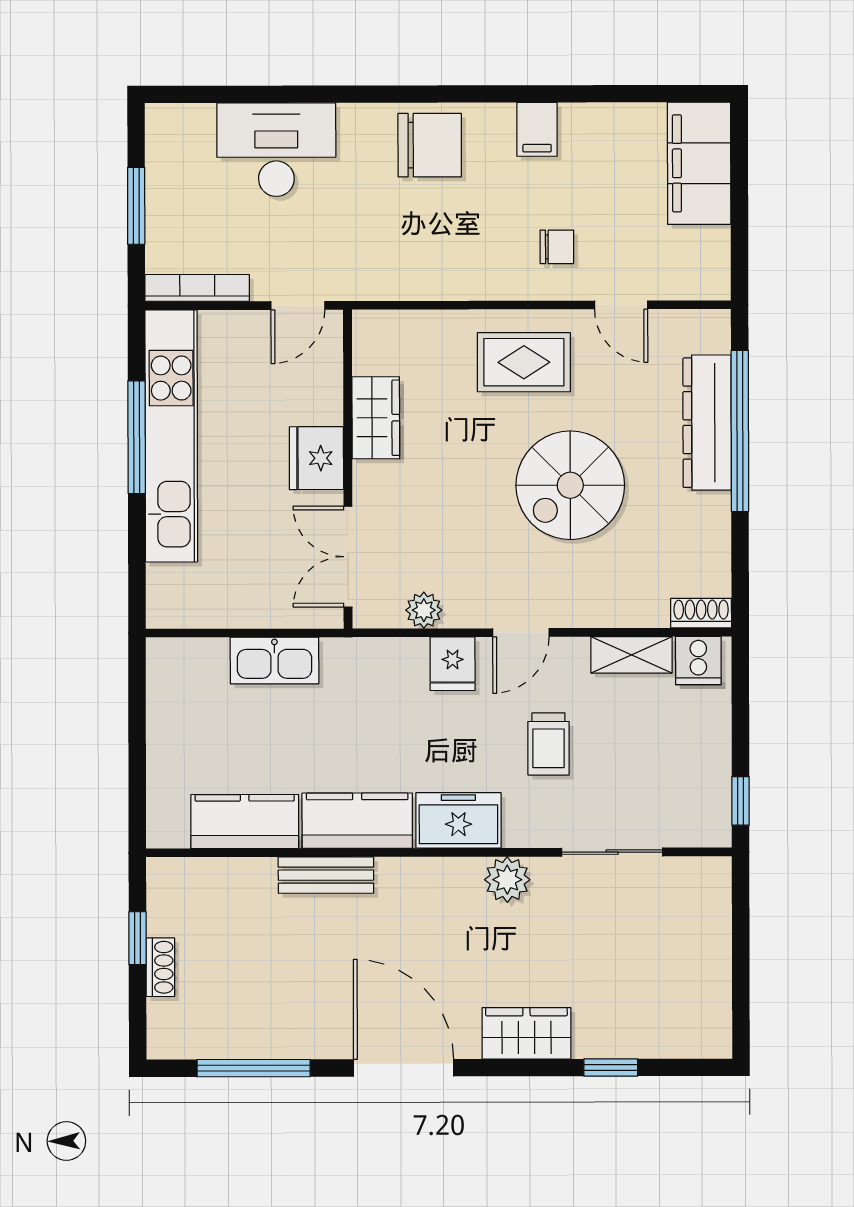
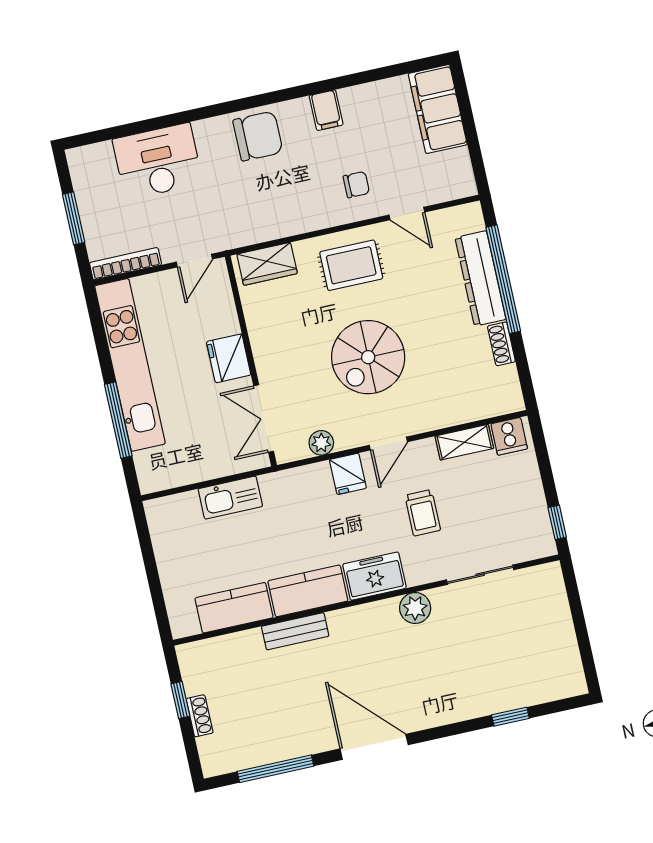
wardrobe: (376, 418) -> (267, 264), moved, turned 90
window: (137, 437) -> (118, 420), moved
spiral stairs: (570, 485) -> (368, 357), moved
shoe rack: (701, 613) -> (501, 344), moved, turned -90
wardrobe: (526, 1033) -> (450, 706), removed

